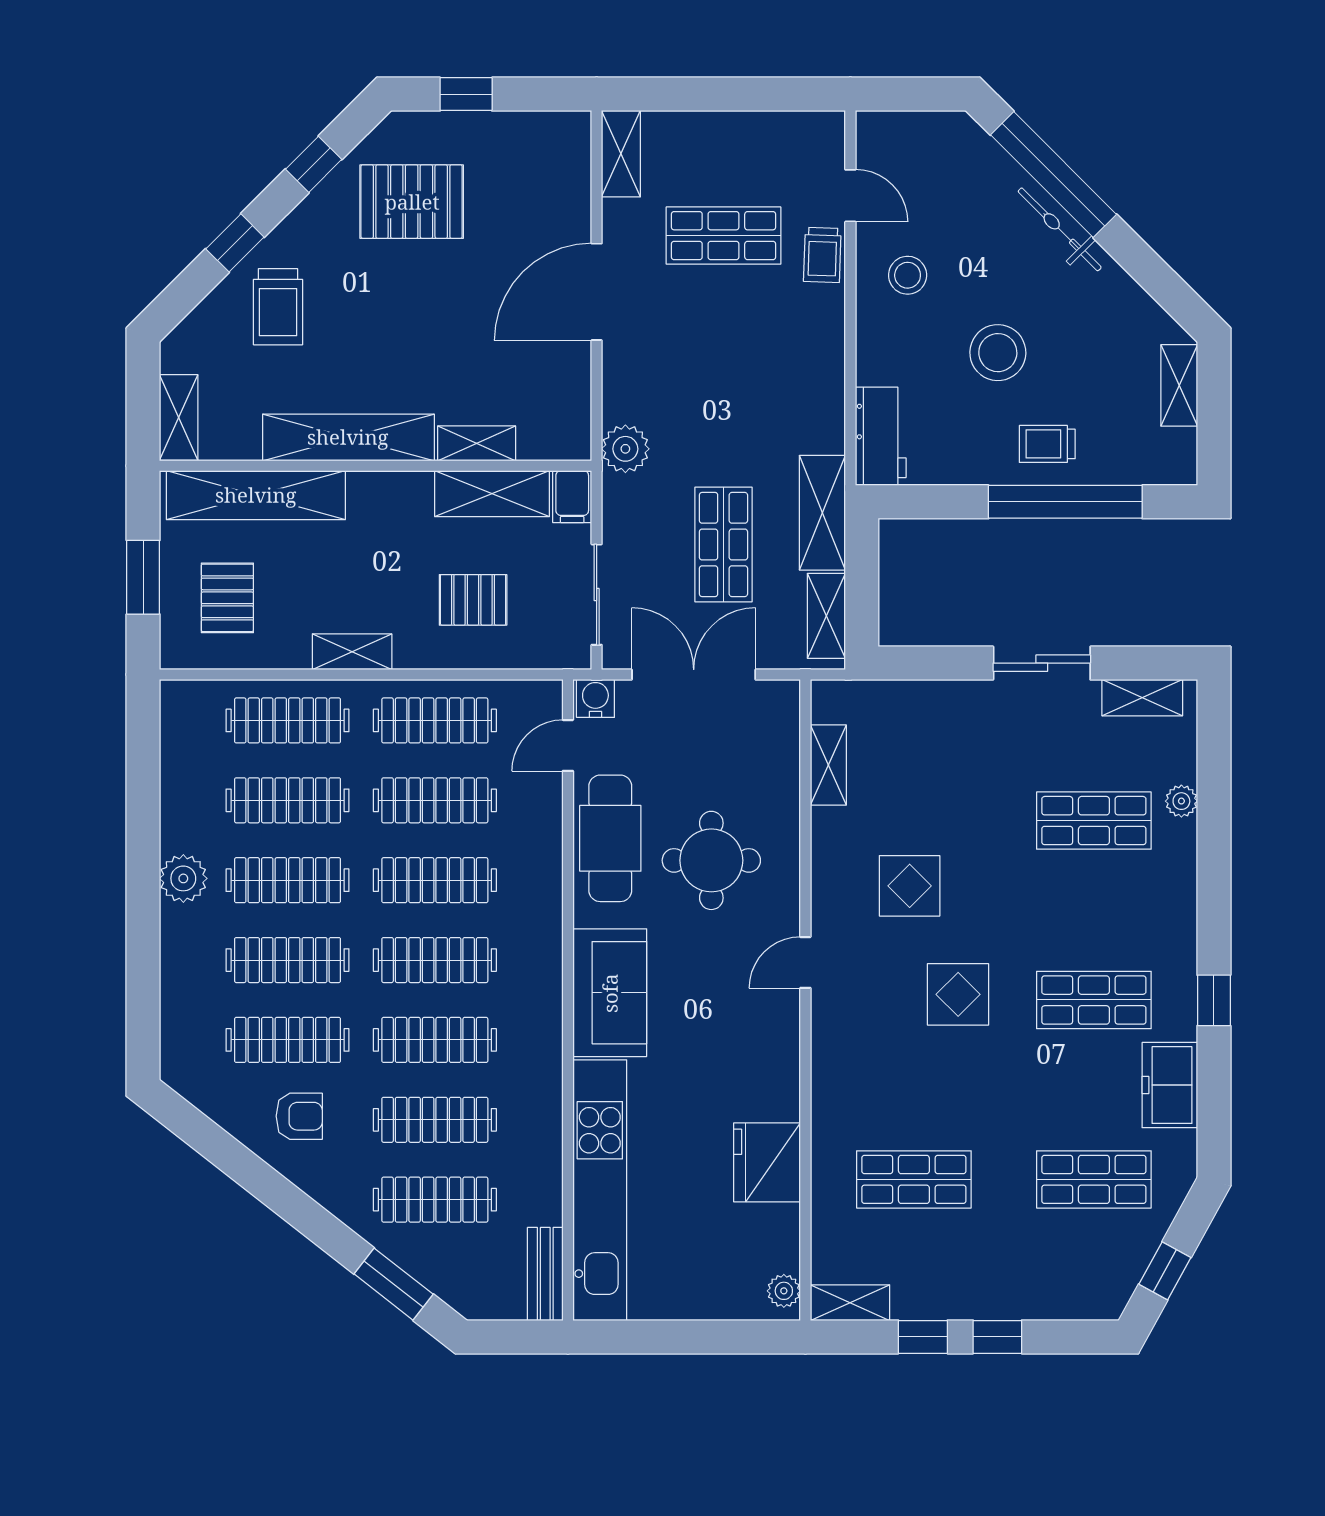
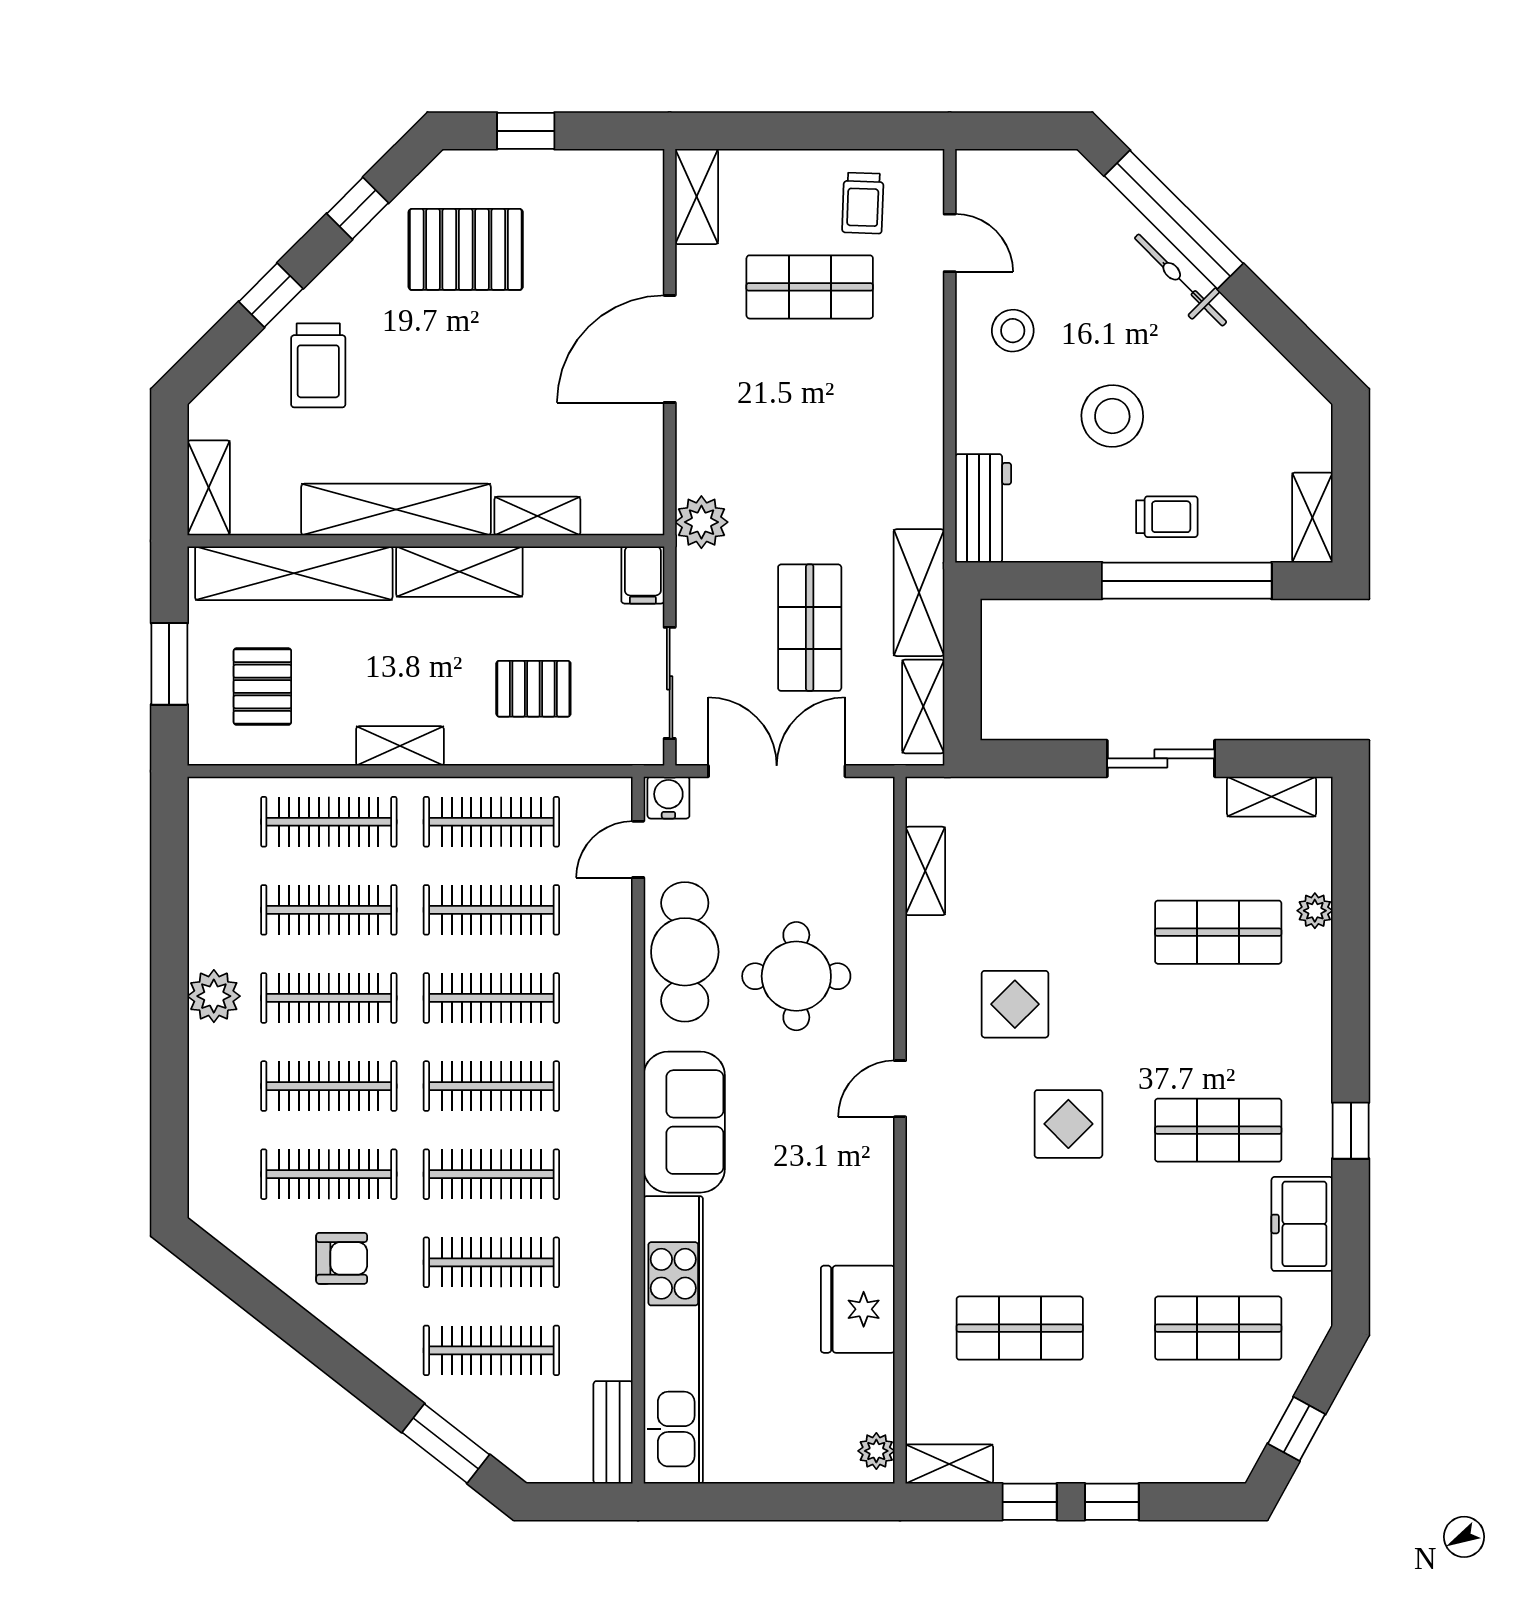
trolley: (822, 255) -> (863, 203), moved
shelving: (1179, 385) -> (1312, 518), moved
trolley: (1047, 444) -> (1167, 517), turned 180
shelving: (492, 494) -> (459, 572), moved

